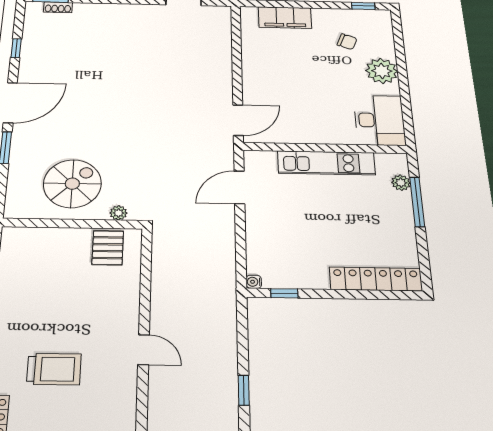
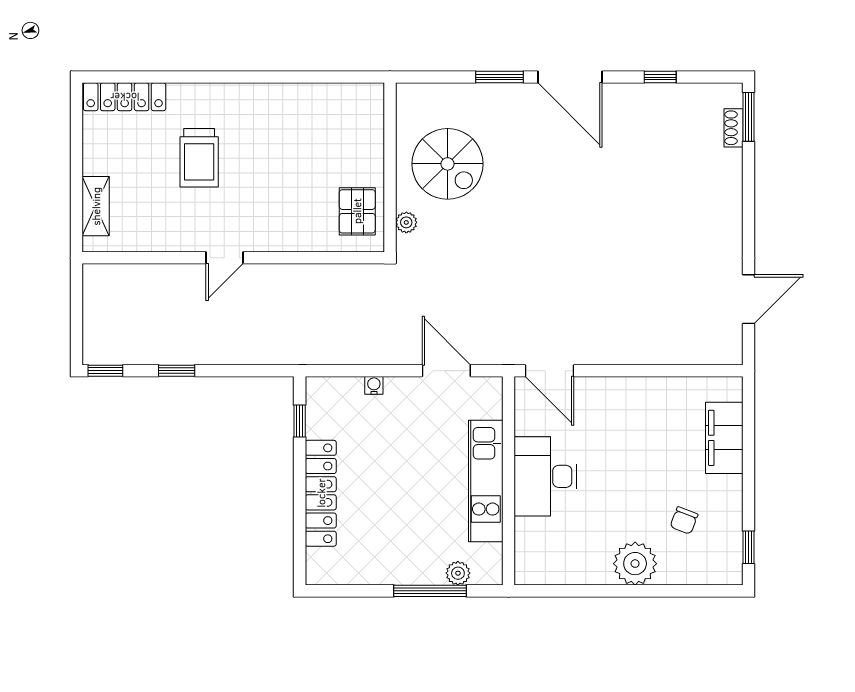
desk: (379, 120) -> (545, 476), moved, turned 90
pallet: (108, 248) -> (357, 211), turned 90
locker: (376, 279) -> (321, 493), moved
water cooler: (254, 282) -> (374, 385), moved

